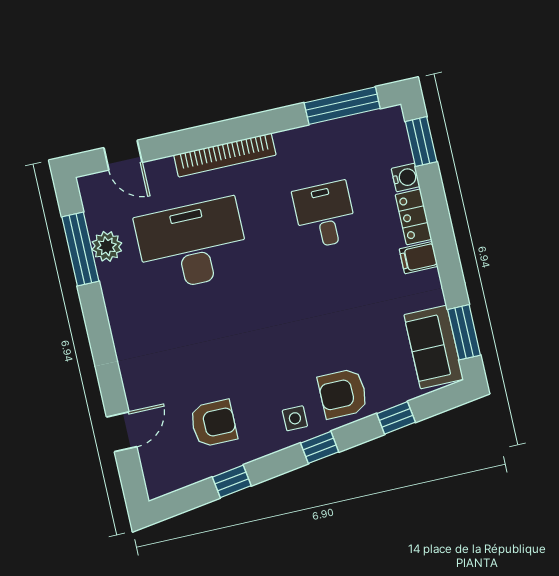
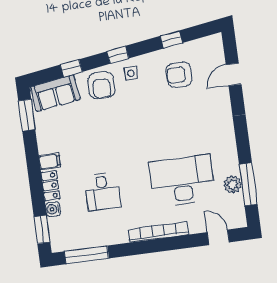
desk: (192, 245) -> (182, 181), turned 180
sofa: (434, 347) -> (55, 93), moved, turned 82
armchair: (343, 394) -> (101, 85), turned 90

